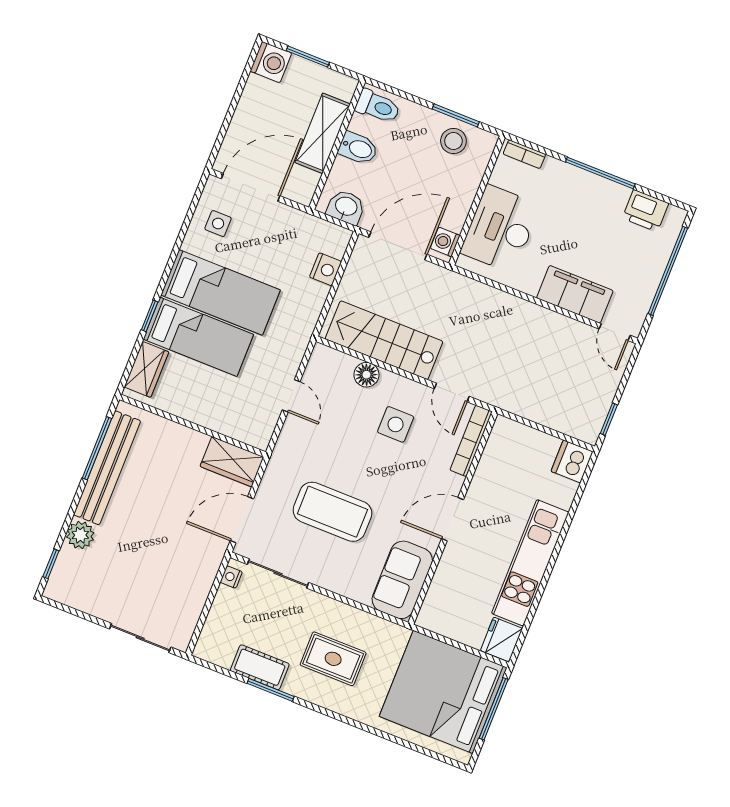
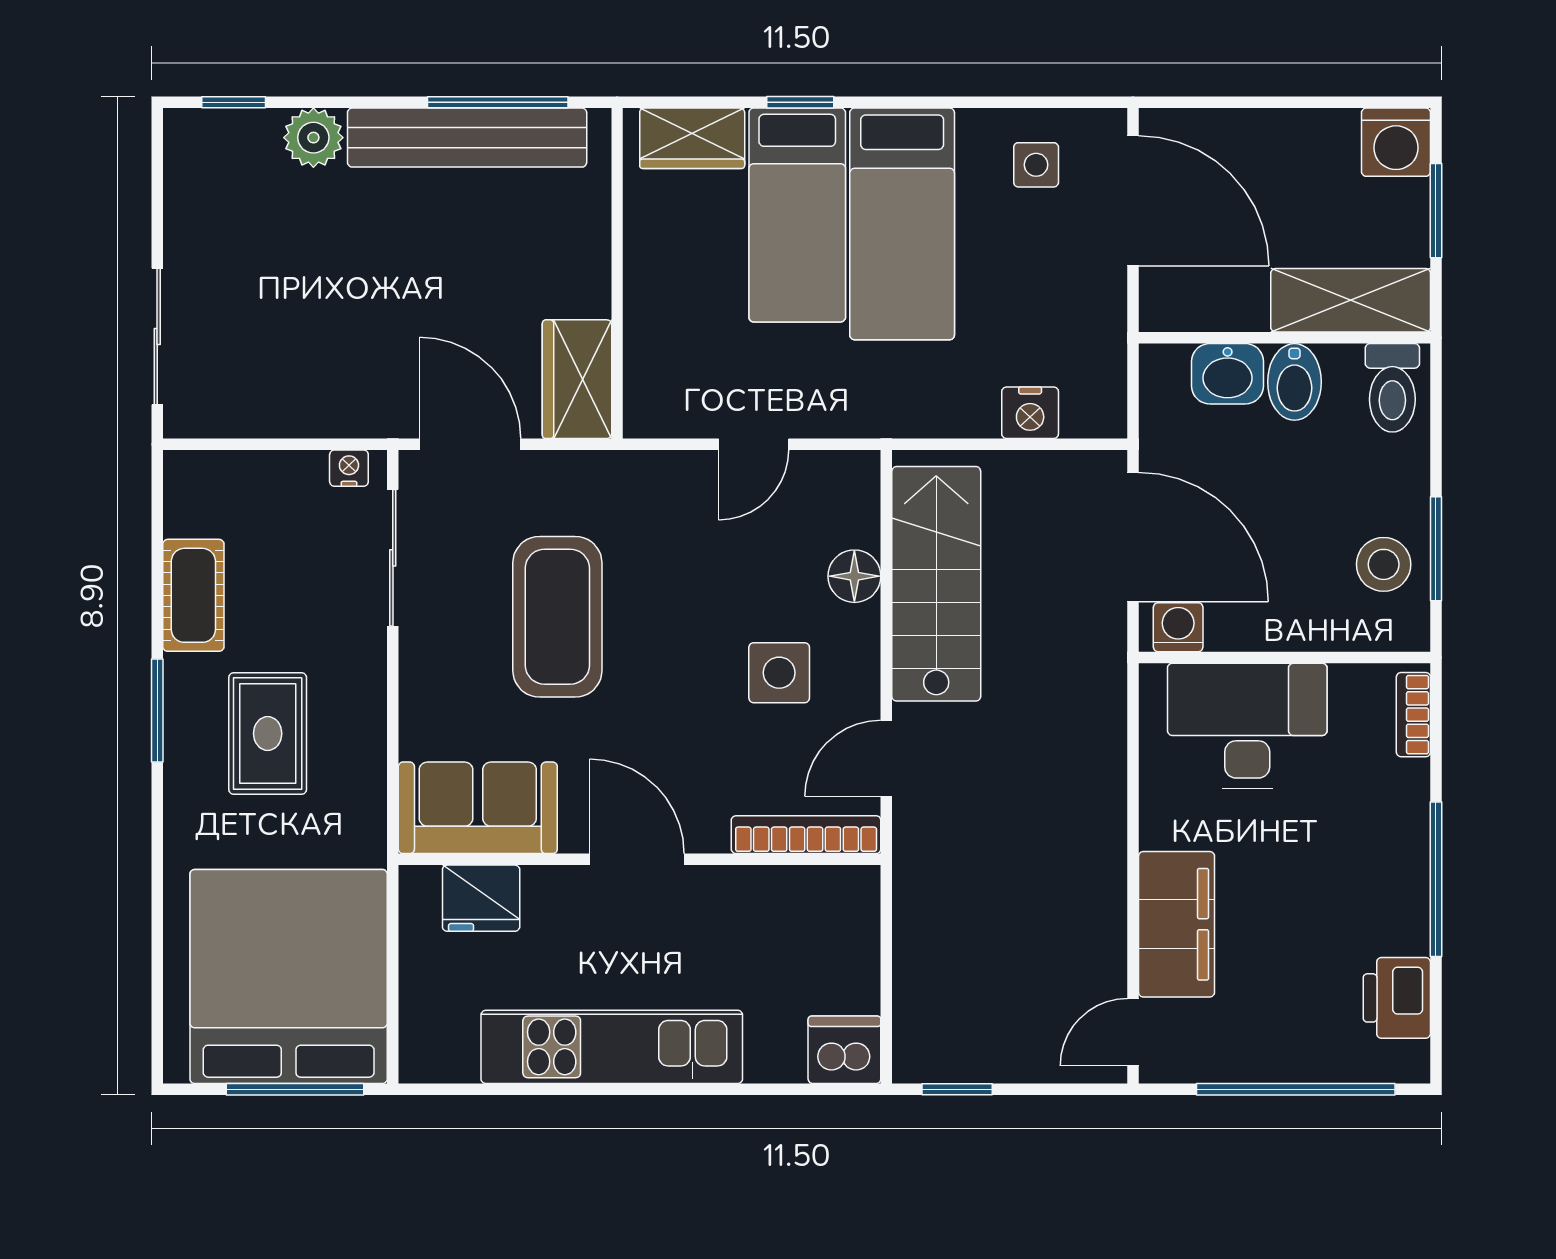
shelving: (323, 133) -> (1351, 300), moved
washbasin: (346, 207) -> (1228, 374), moved, turned 90
fridge: (502, 639) -> (481, 898), moved, turned 180
window: (271, 690) -> (157, 711), moved

